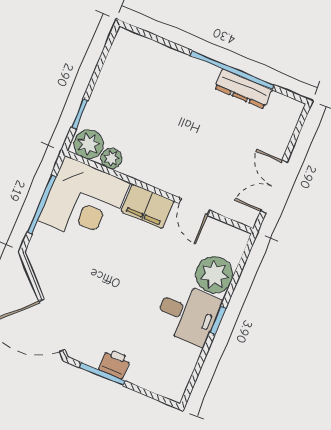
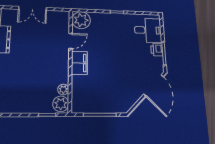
double door: (274, 187) -> (33, 8), moved
corner desk: (84, 202) -> (90, 94), removed
plant: (214, 275) -> (81, 20), moved
desk: (188, 314) -> (148, 30), moved, turned 90

